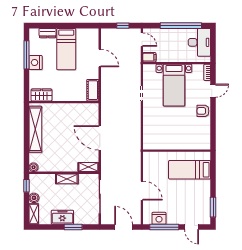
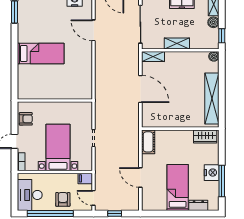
armchair: (170, 38) -> (63, 199), added
wall: (177, 151) -> (55, 101), moved

